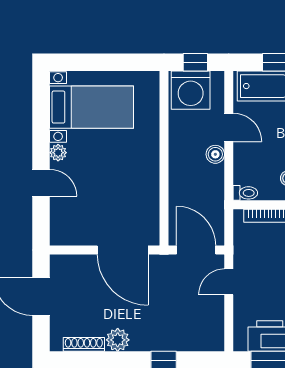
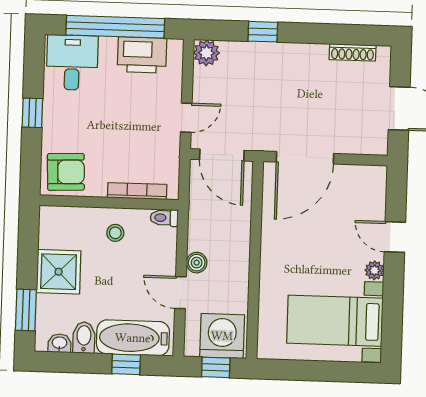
door: (123, 250) -> (305, 158), swing flipped
plant: (118, 340) -> (206, 53), moved

